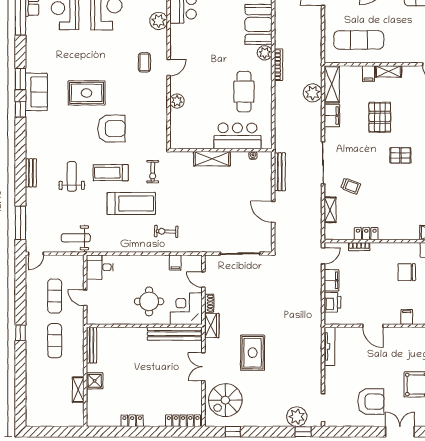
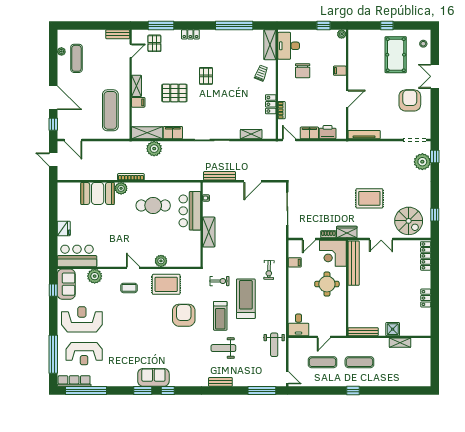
rug: (87, 93) -> (166, 284), moved, turned 90
trolley: (351, 186) -> (261, 73), moved

